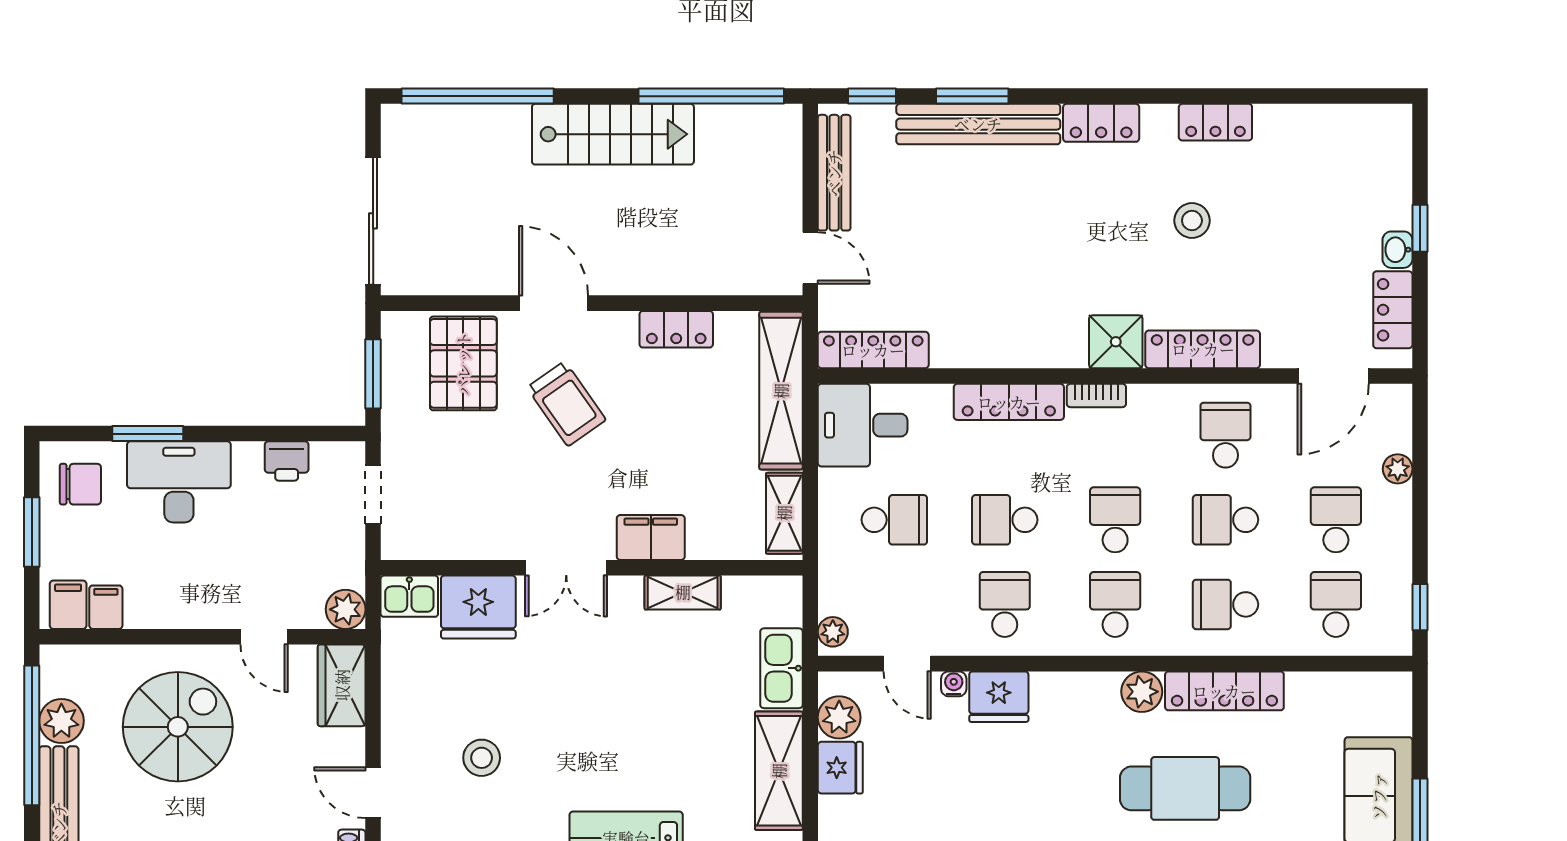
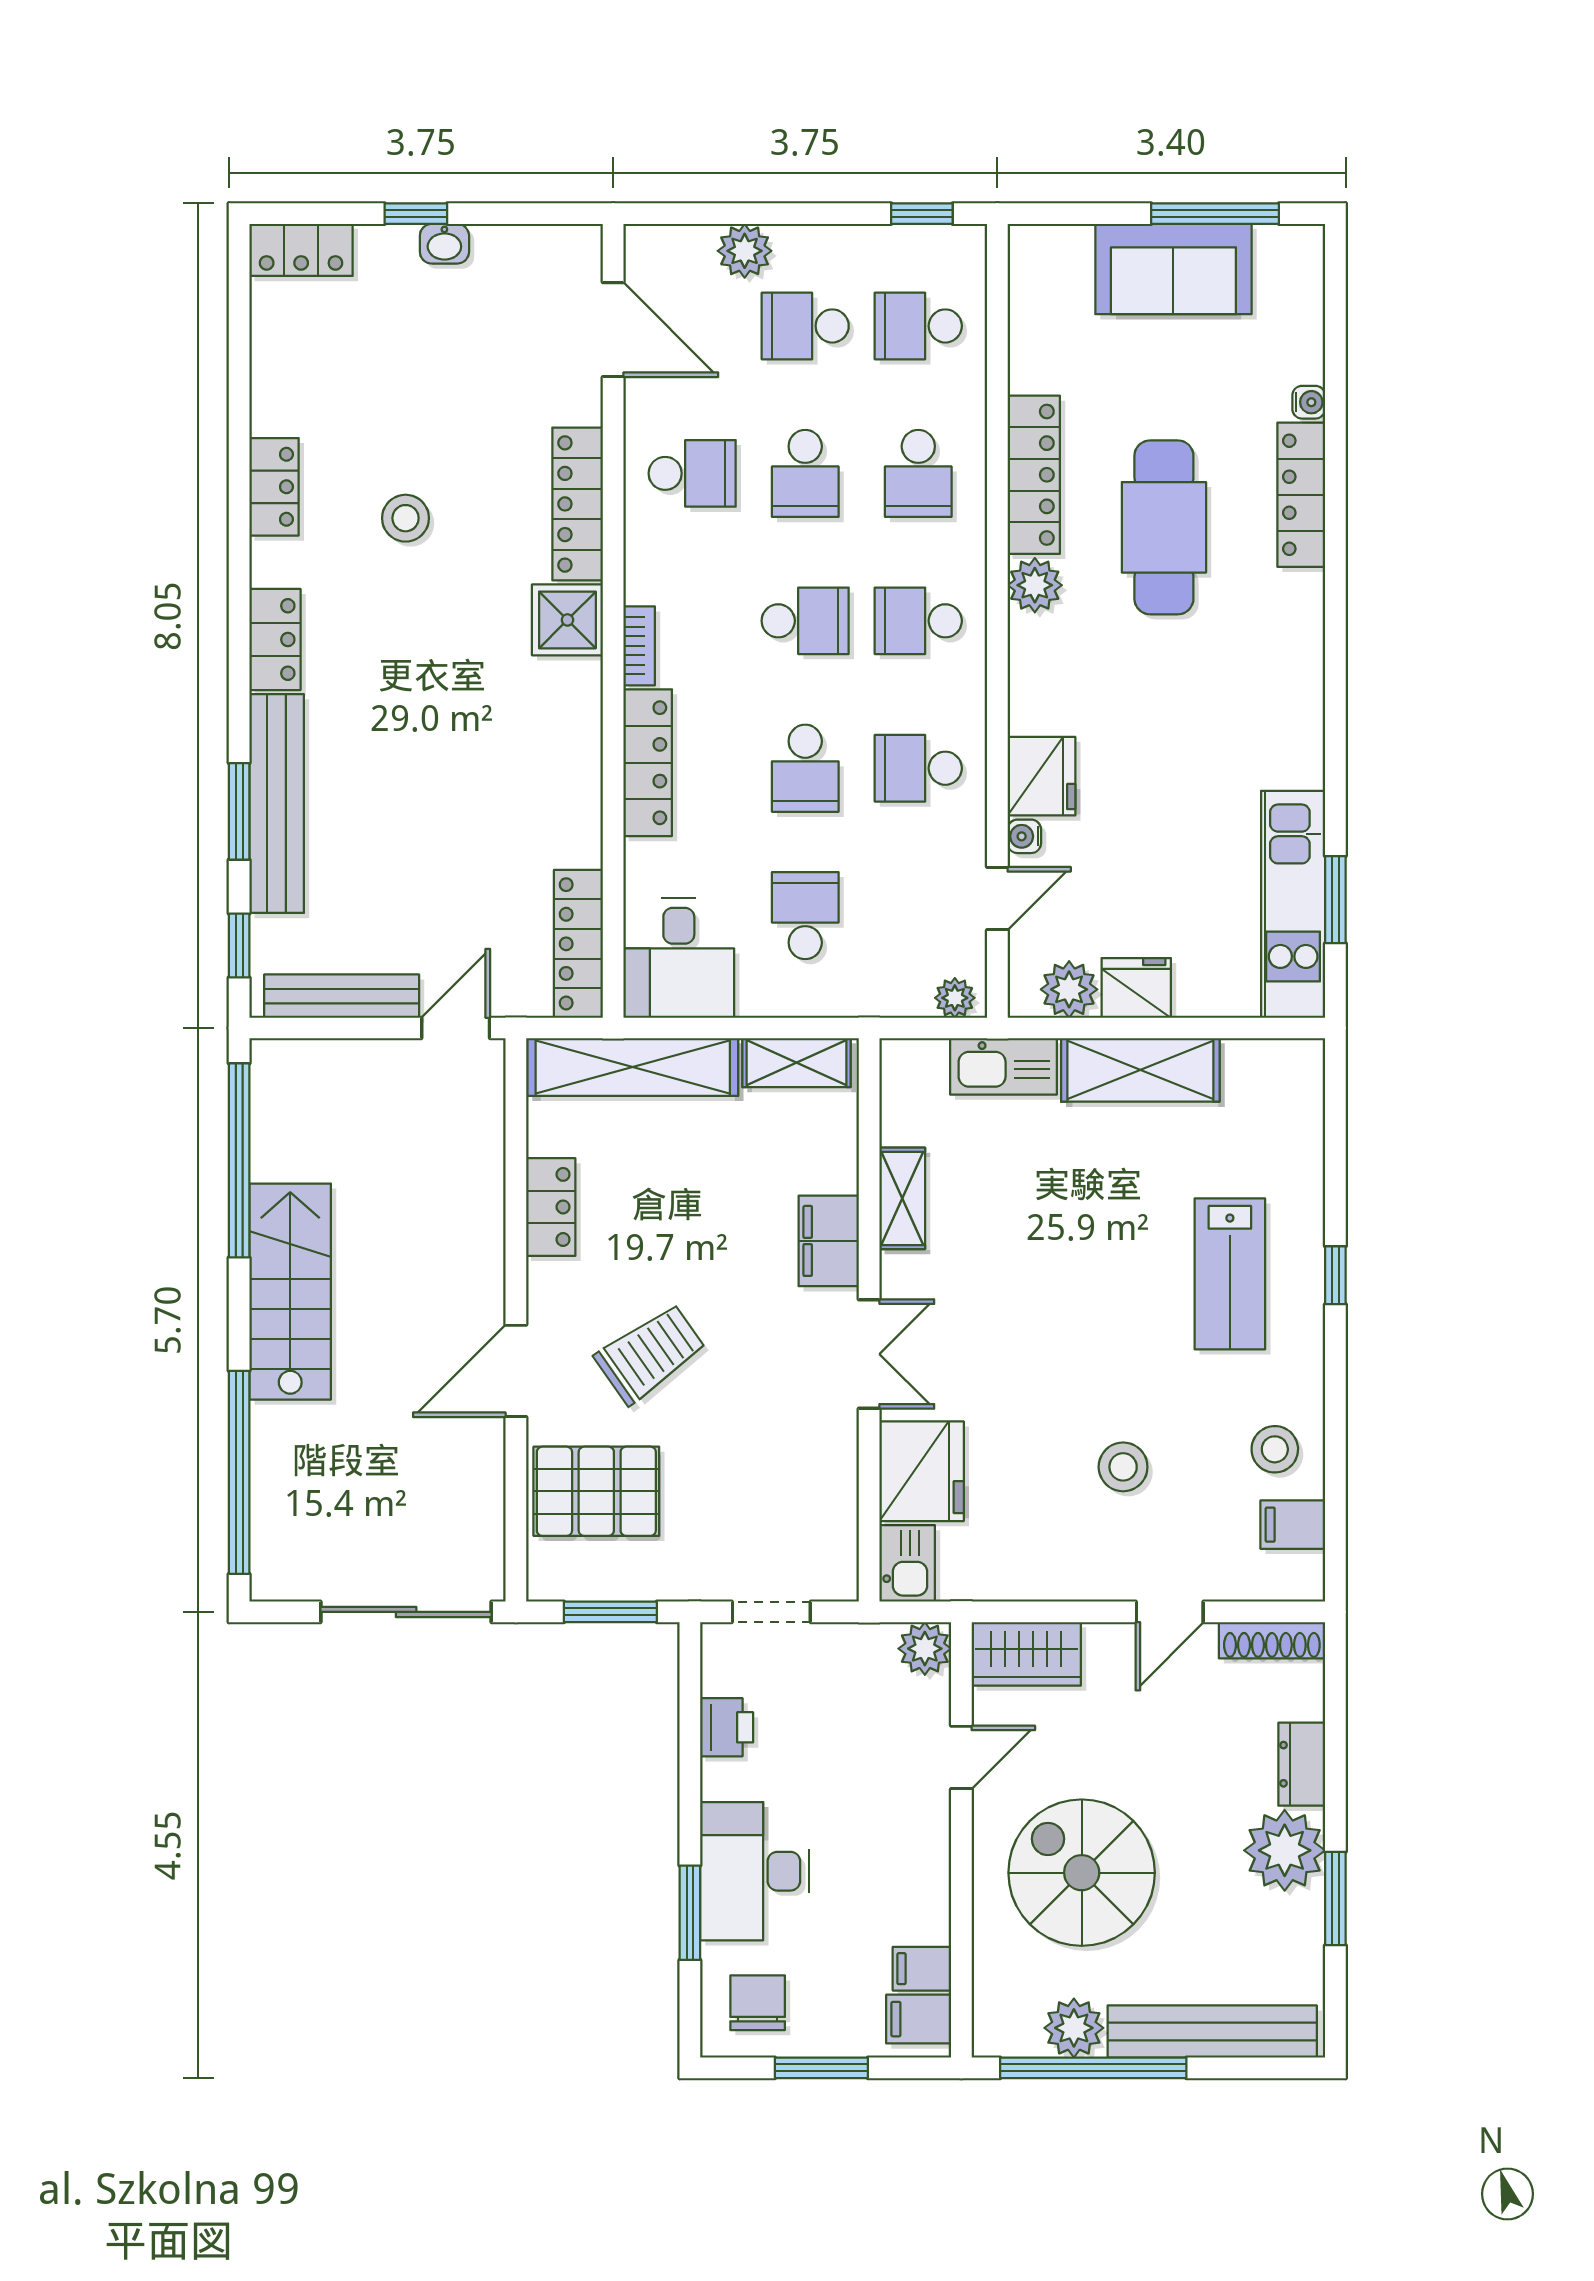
locker: (1393, 310) -> (301, 250), moved
school desk: (1225, 435) -> (692, 473), turned 180
plant: (1398, 469) -> (745, 251), width x1.38, depth x1.38
school desk: (1115, 520) -> (805, 621), turned 180

